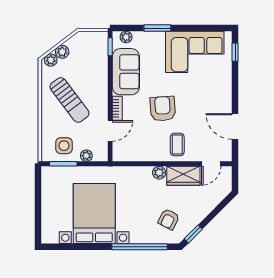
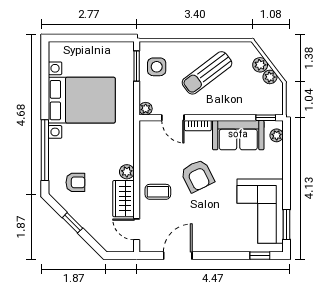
window: (157, 28) -> (286, 225), moved
plant: (51, 60) -> (270, 77), moved
armchair: (163, 109) -> (197, 176), turned 68
plant: (86, 156) -> (146, 109), moved
armchair: (169, 219) -> (75, 182), turned 153
window: (193, 234) -> (72, 223), moved

